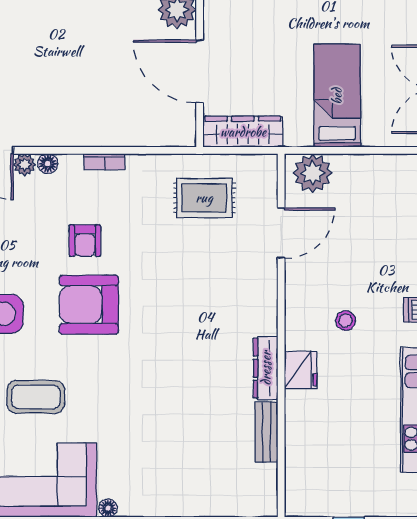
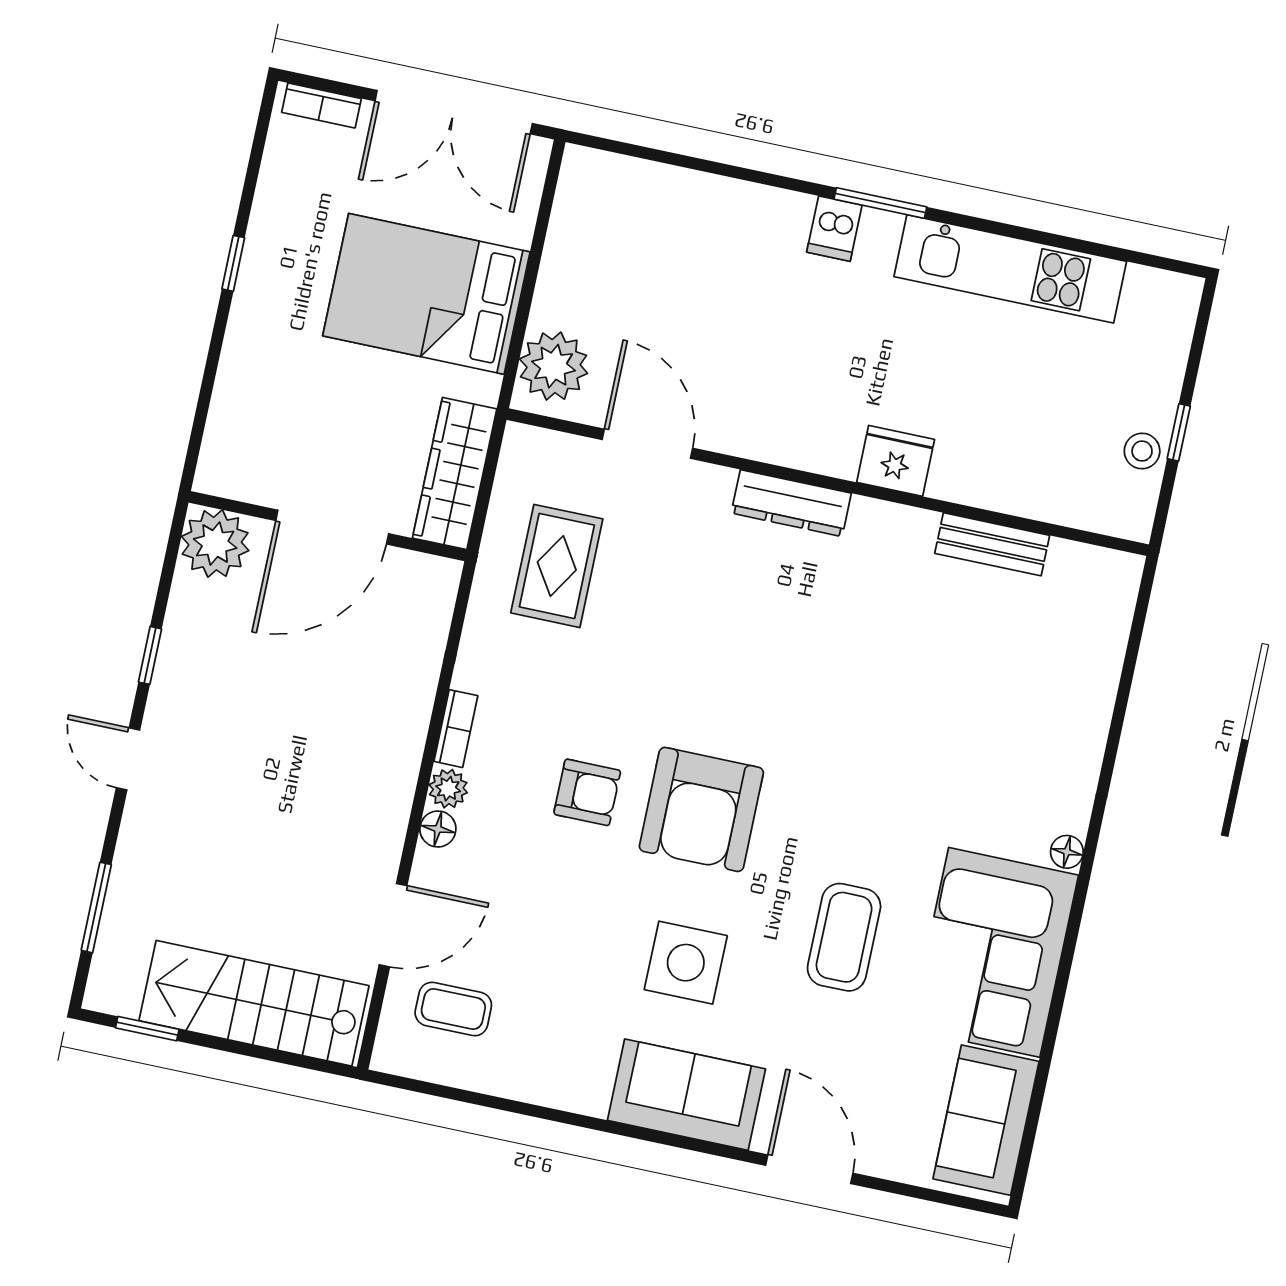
bed: (337, 96) -> (426, 294), width x1.50
plant: (25, 165) -> (448, 789), moved
stool: (346, 321) -> (1142, 451), moved
dresser: (266, 368) -> (791, 503), moved

